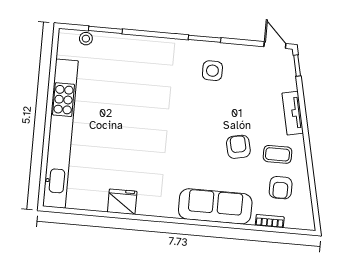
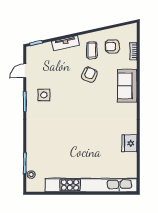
door: (275, 45) -> (25, 71), moved
armchair: (238, 147) -> (89, 75), turned 125
armchair: (281, 188) -> (112, 47), turned 180
sofa: (215, 206) -> (127, 86), width x0.73

